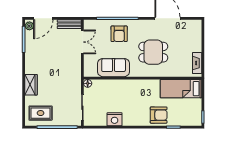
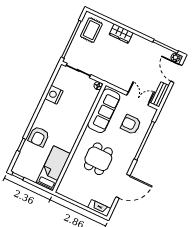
armchair: (119, 34) -> (131, 124), moved
double door: (82, 42) -> (138, 99), swing flipped
fireplace: (197, 63) -> (99, 208), moved
sofa: (114, 68) -> (104, 111), width x1.36

